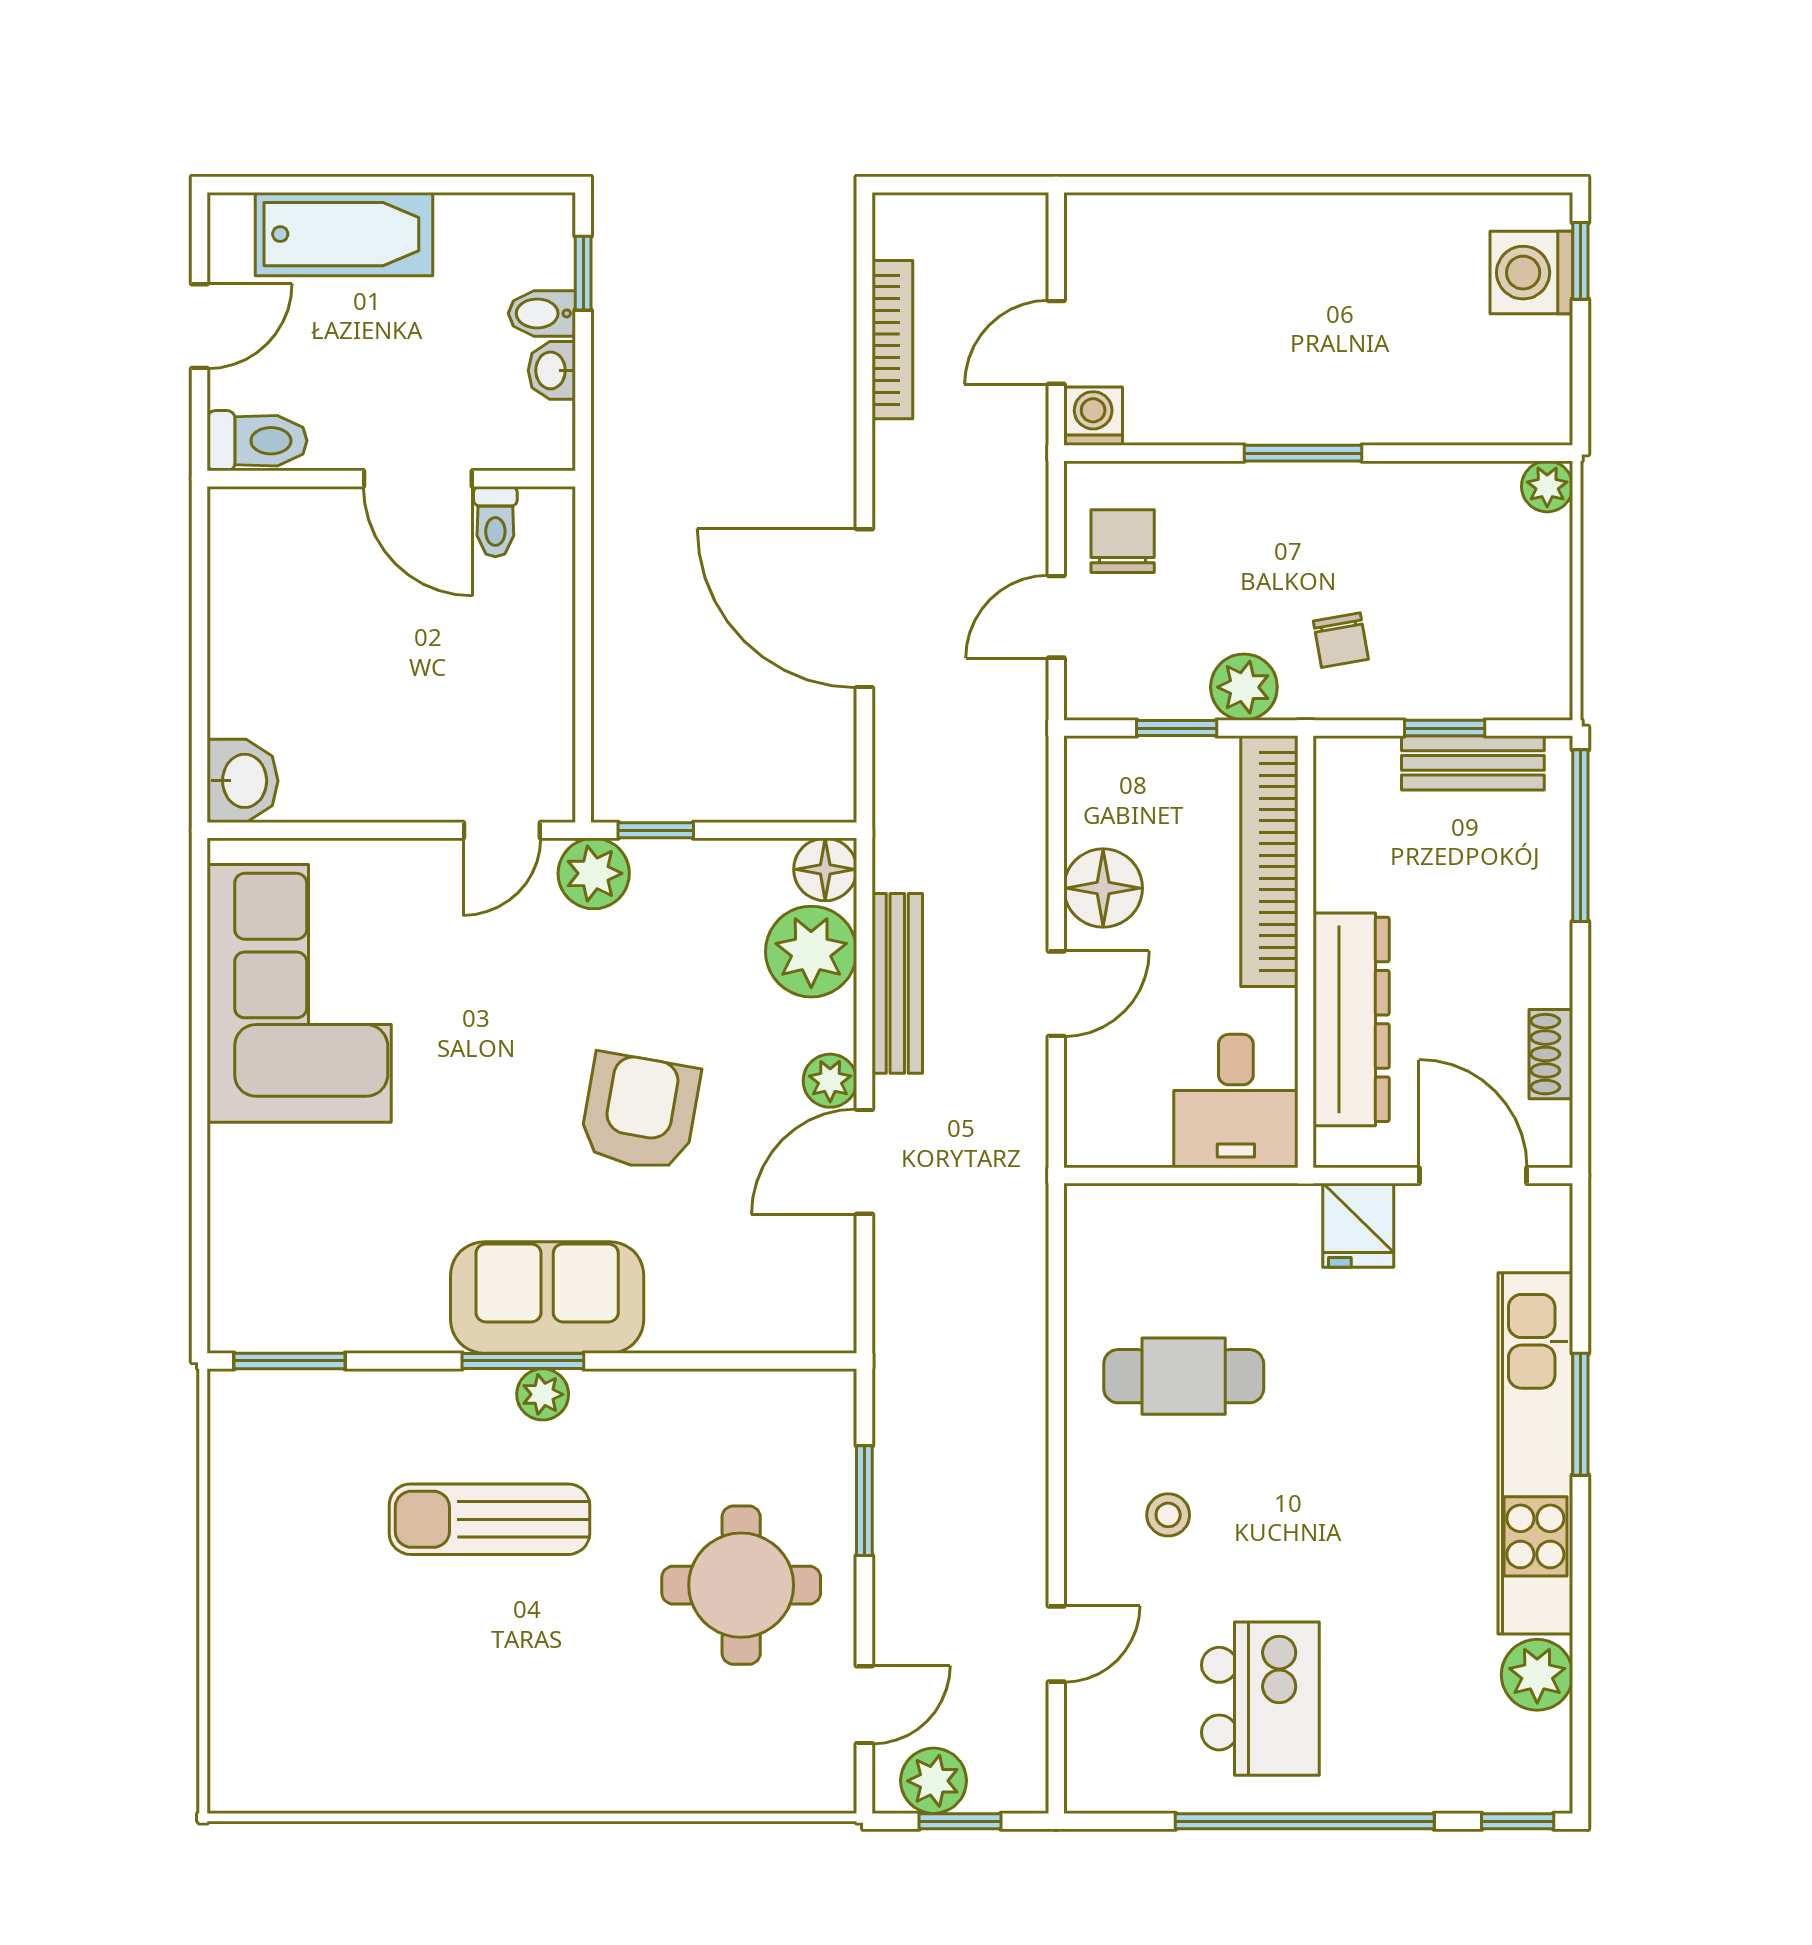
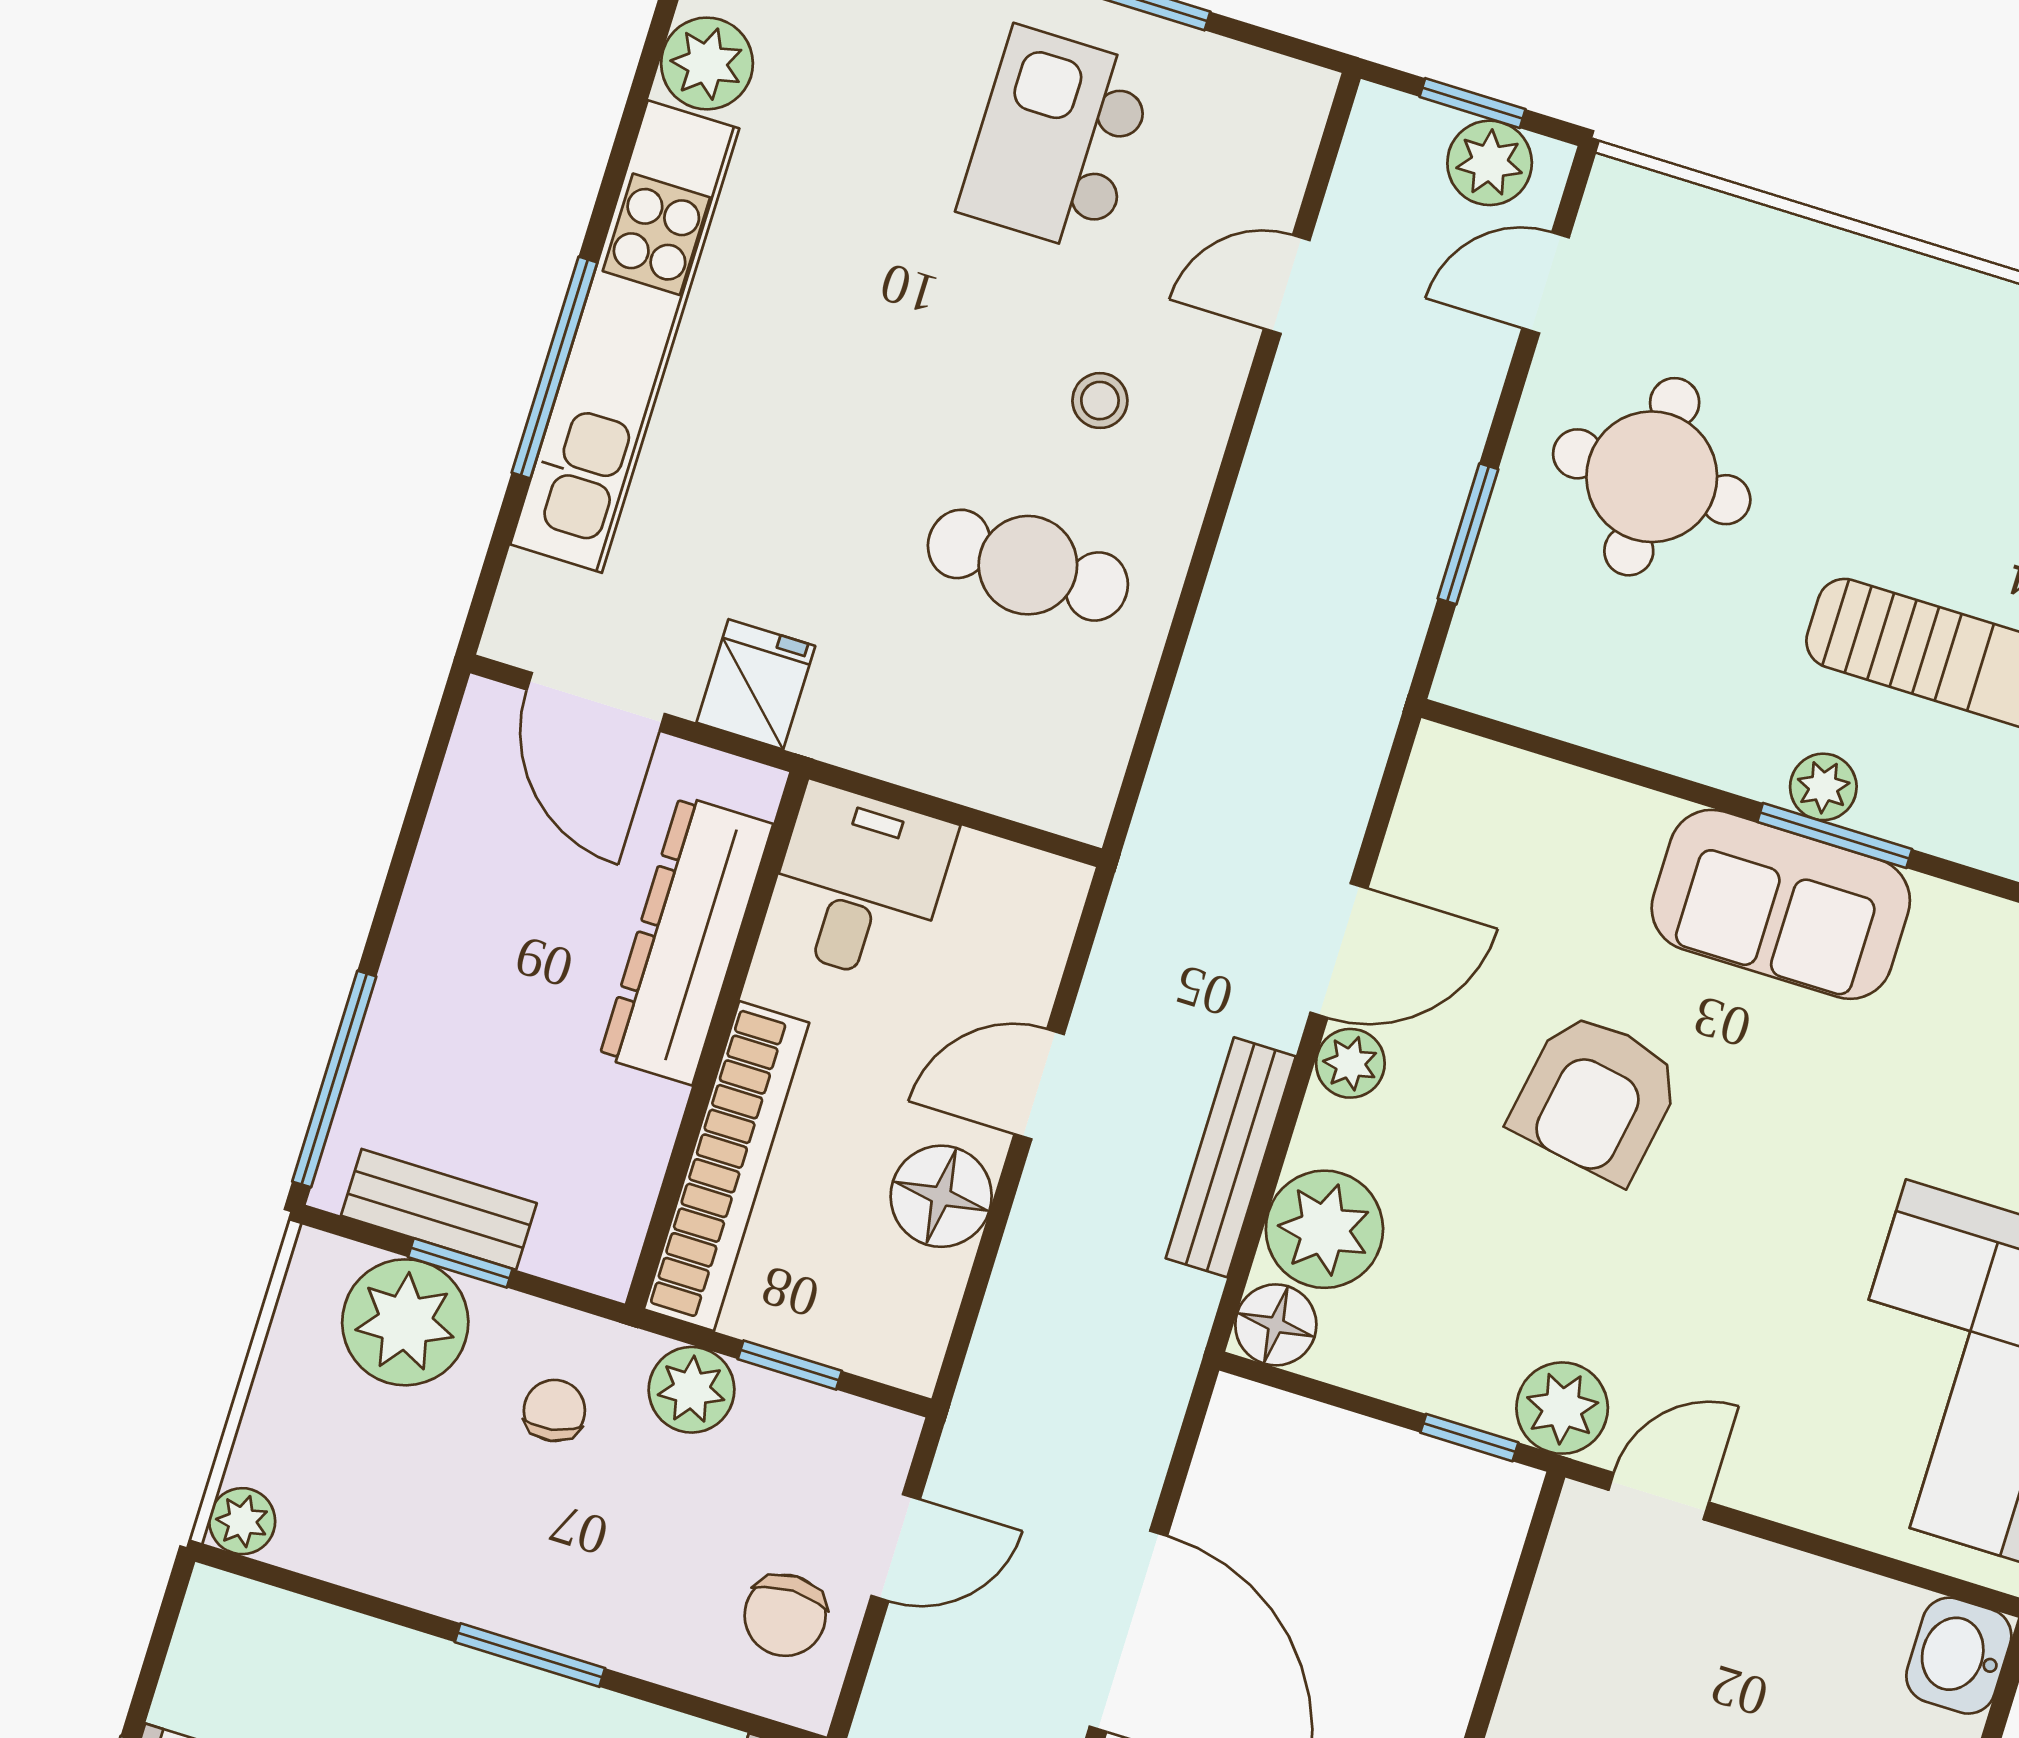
plant: (1472, 671) -> (405, 1322), added
shoe rack: (1551, 1054) -> (454, 822), removed
window: (1580, 1414) -> (554, 368), width x1.44

